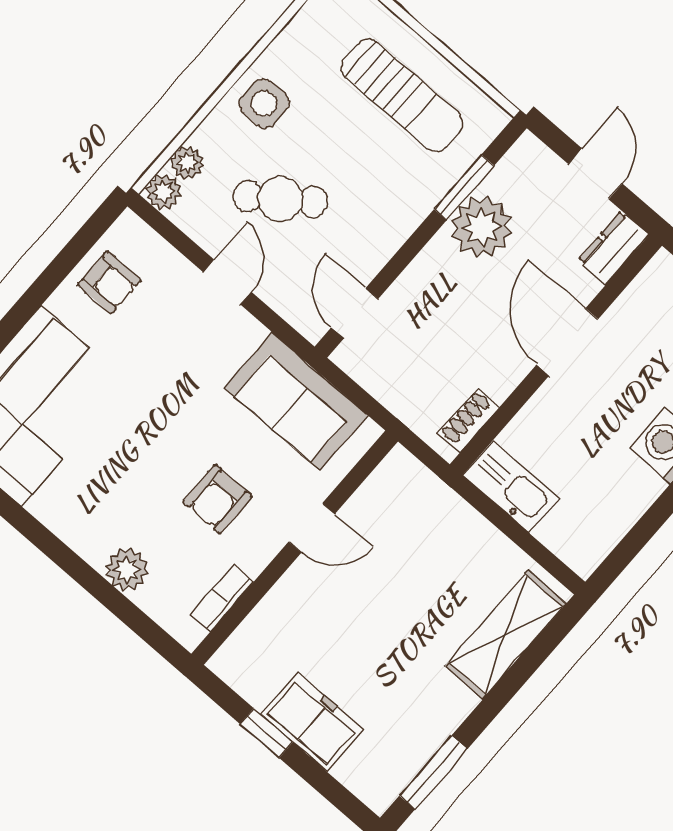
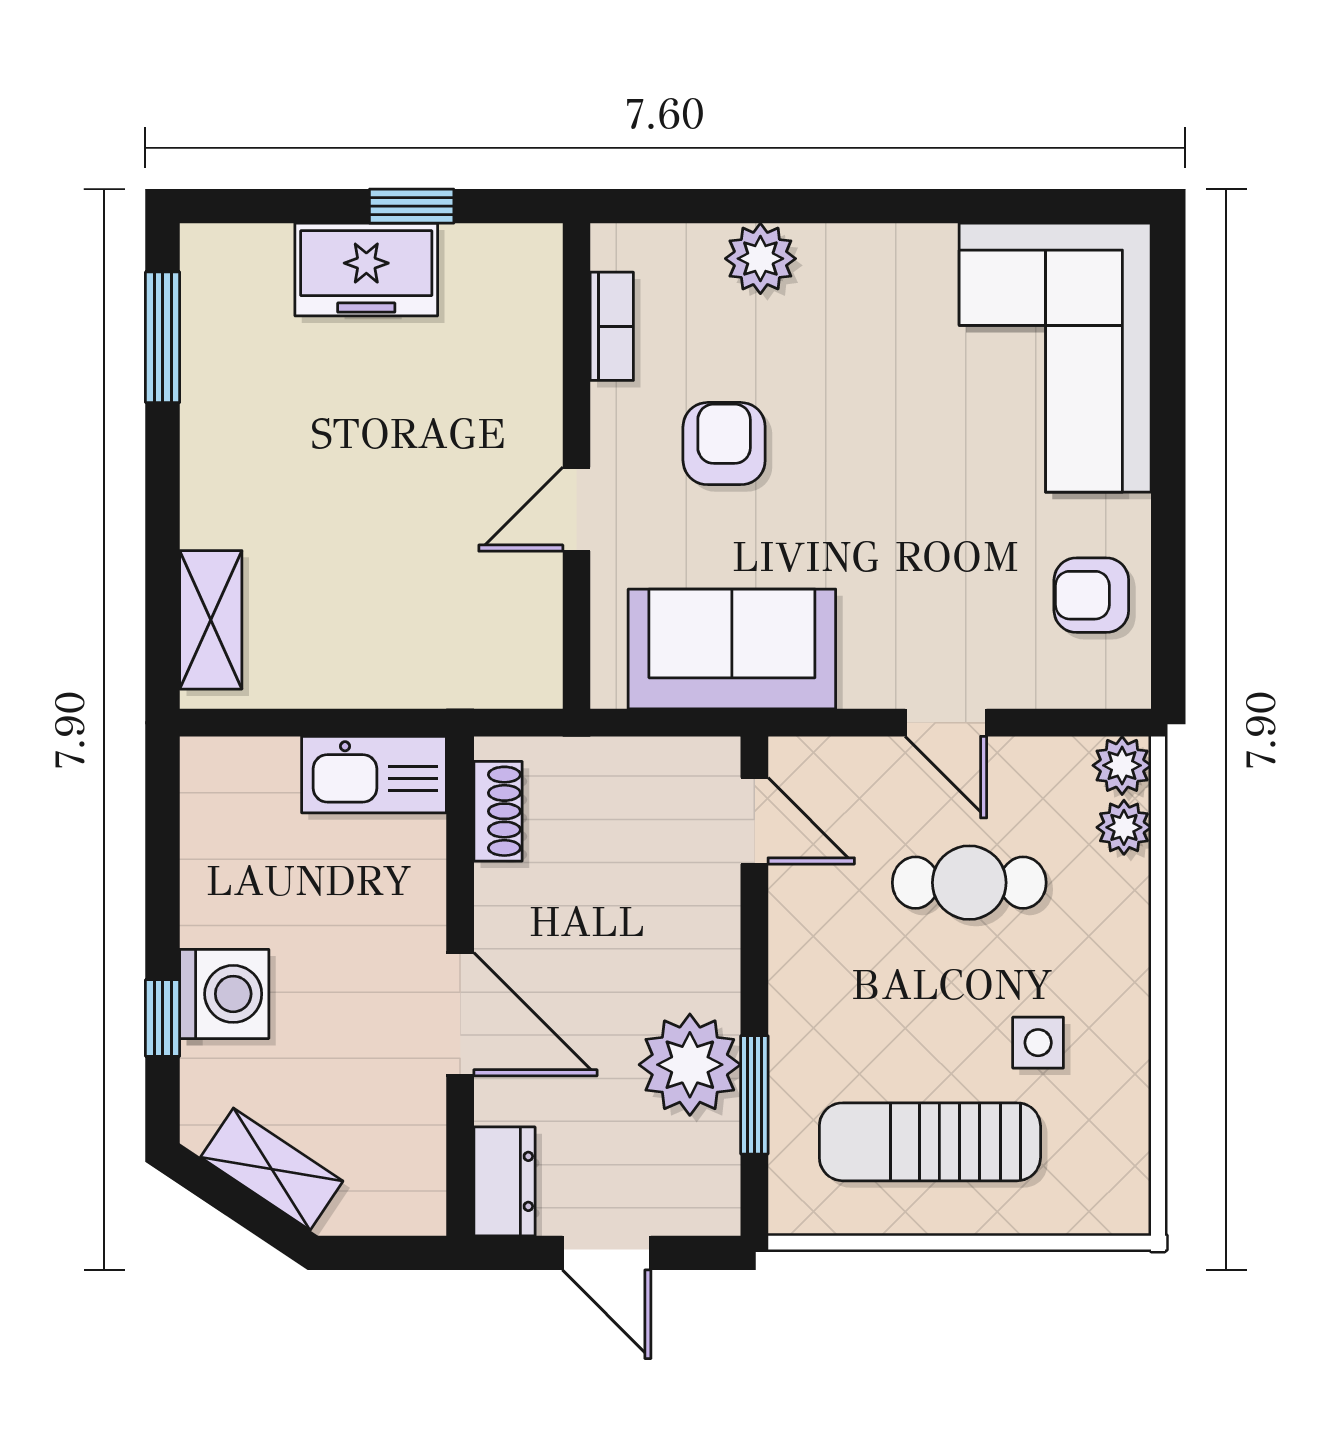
side table: (264, 104) -> (1038, 1043), moved, width x0.73, depth x0.73
cafe table: (280, 199) -> (969, 883), turned 36
shelving: (506, 635) -> (211, 620), width x0.67, depth x0.75

